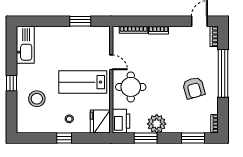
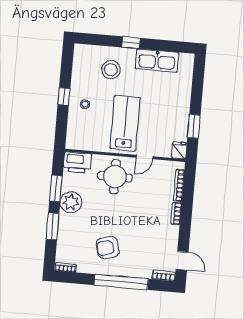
kitchen sink: (25, 45) -> (157, 61), moved
fridge: (100, 122) -> (179, 150), moved, width x0.53, depth x0.75
window: (193, 138) -> (53, 226), moved

